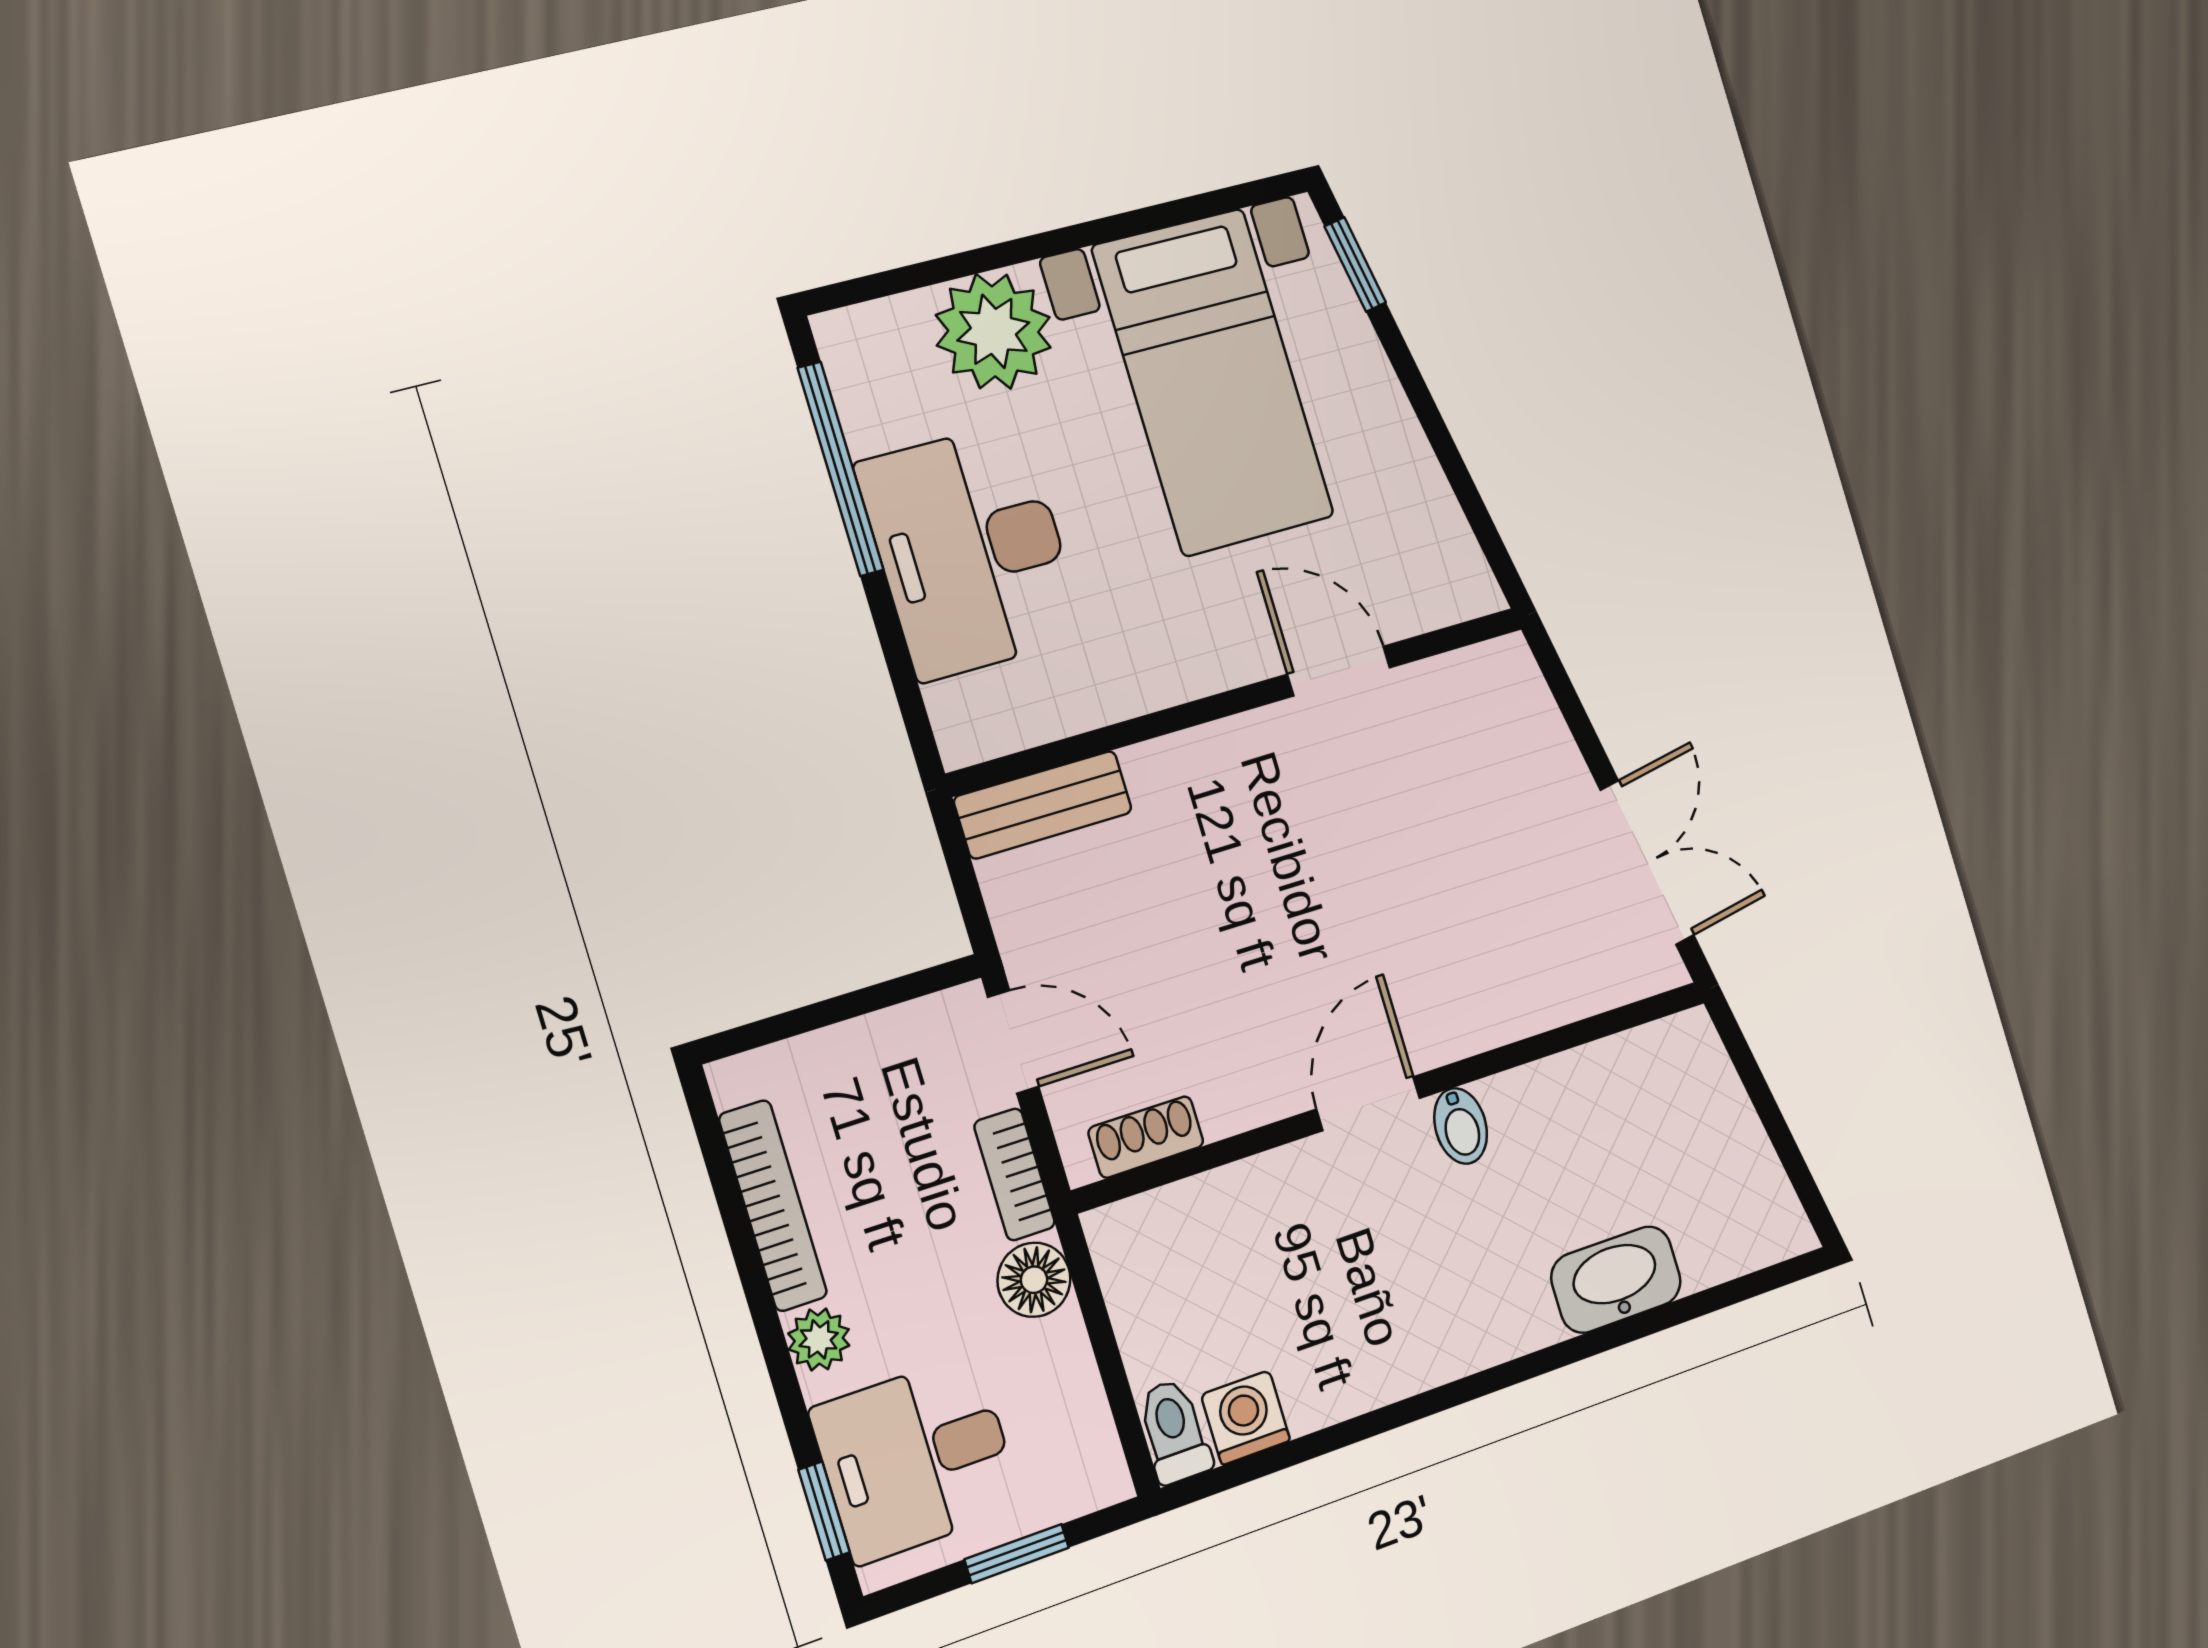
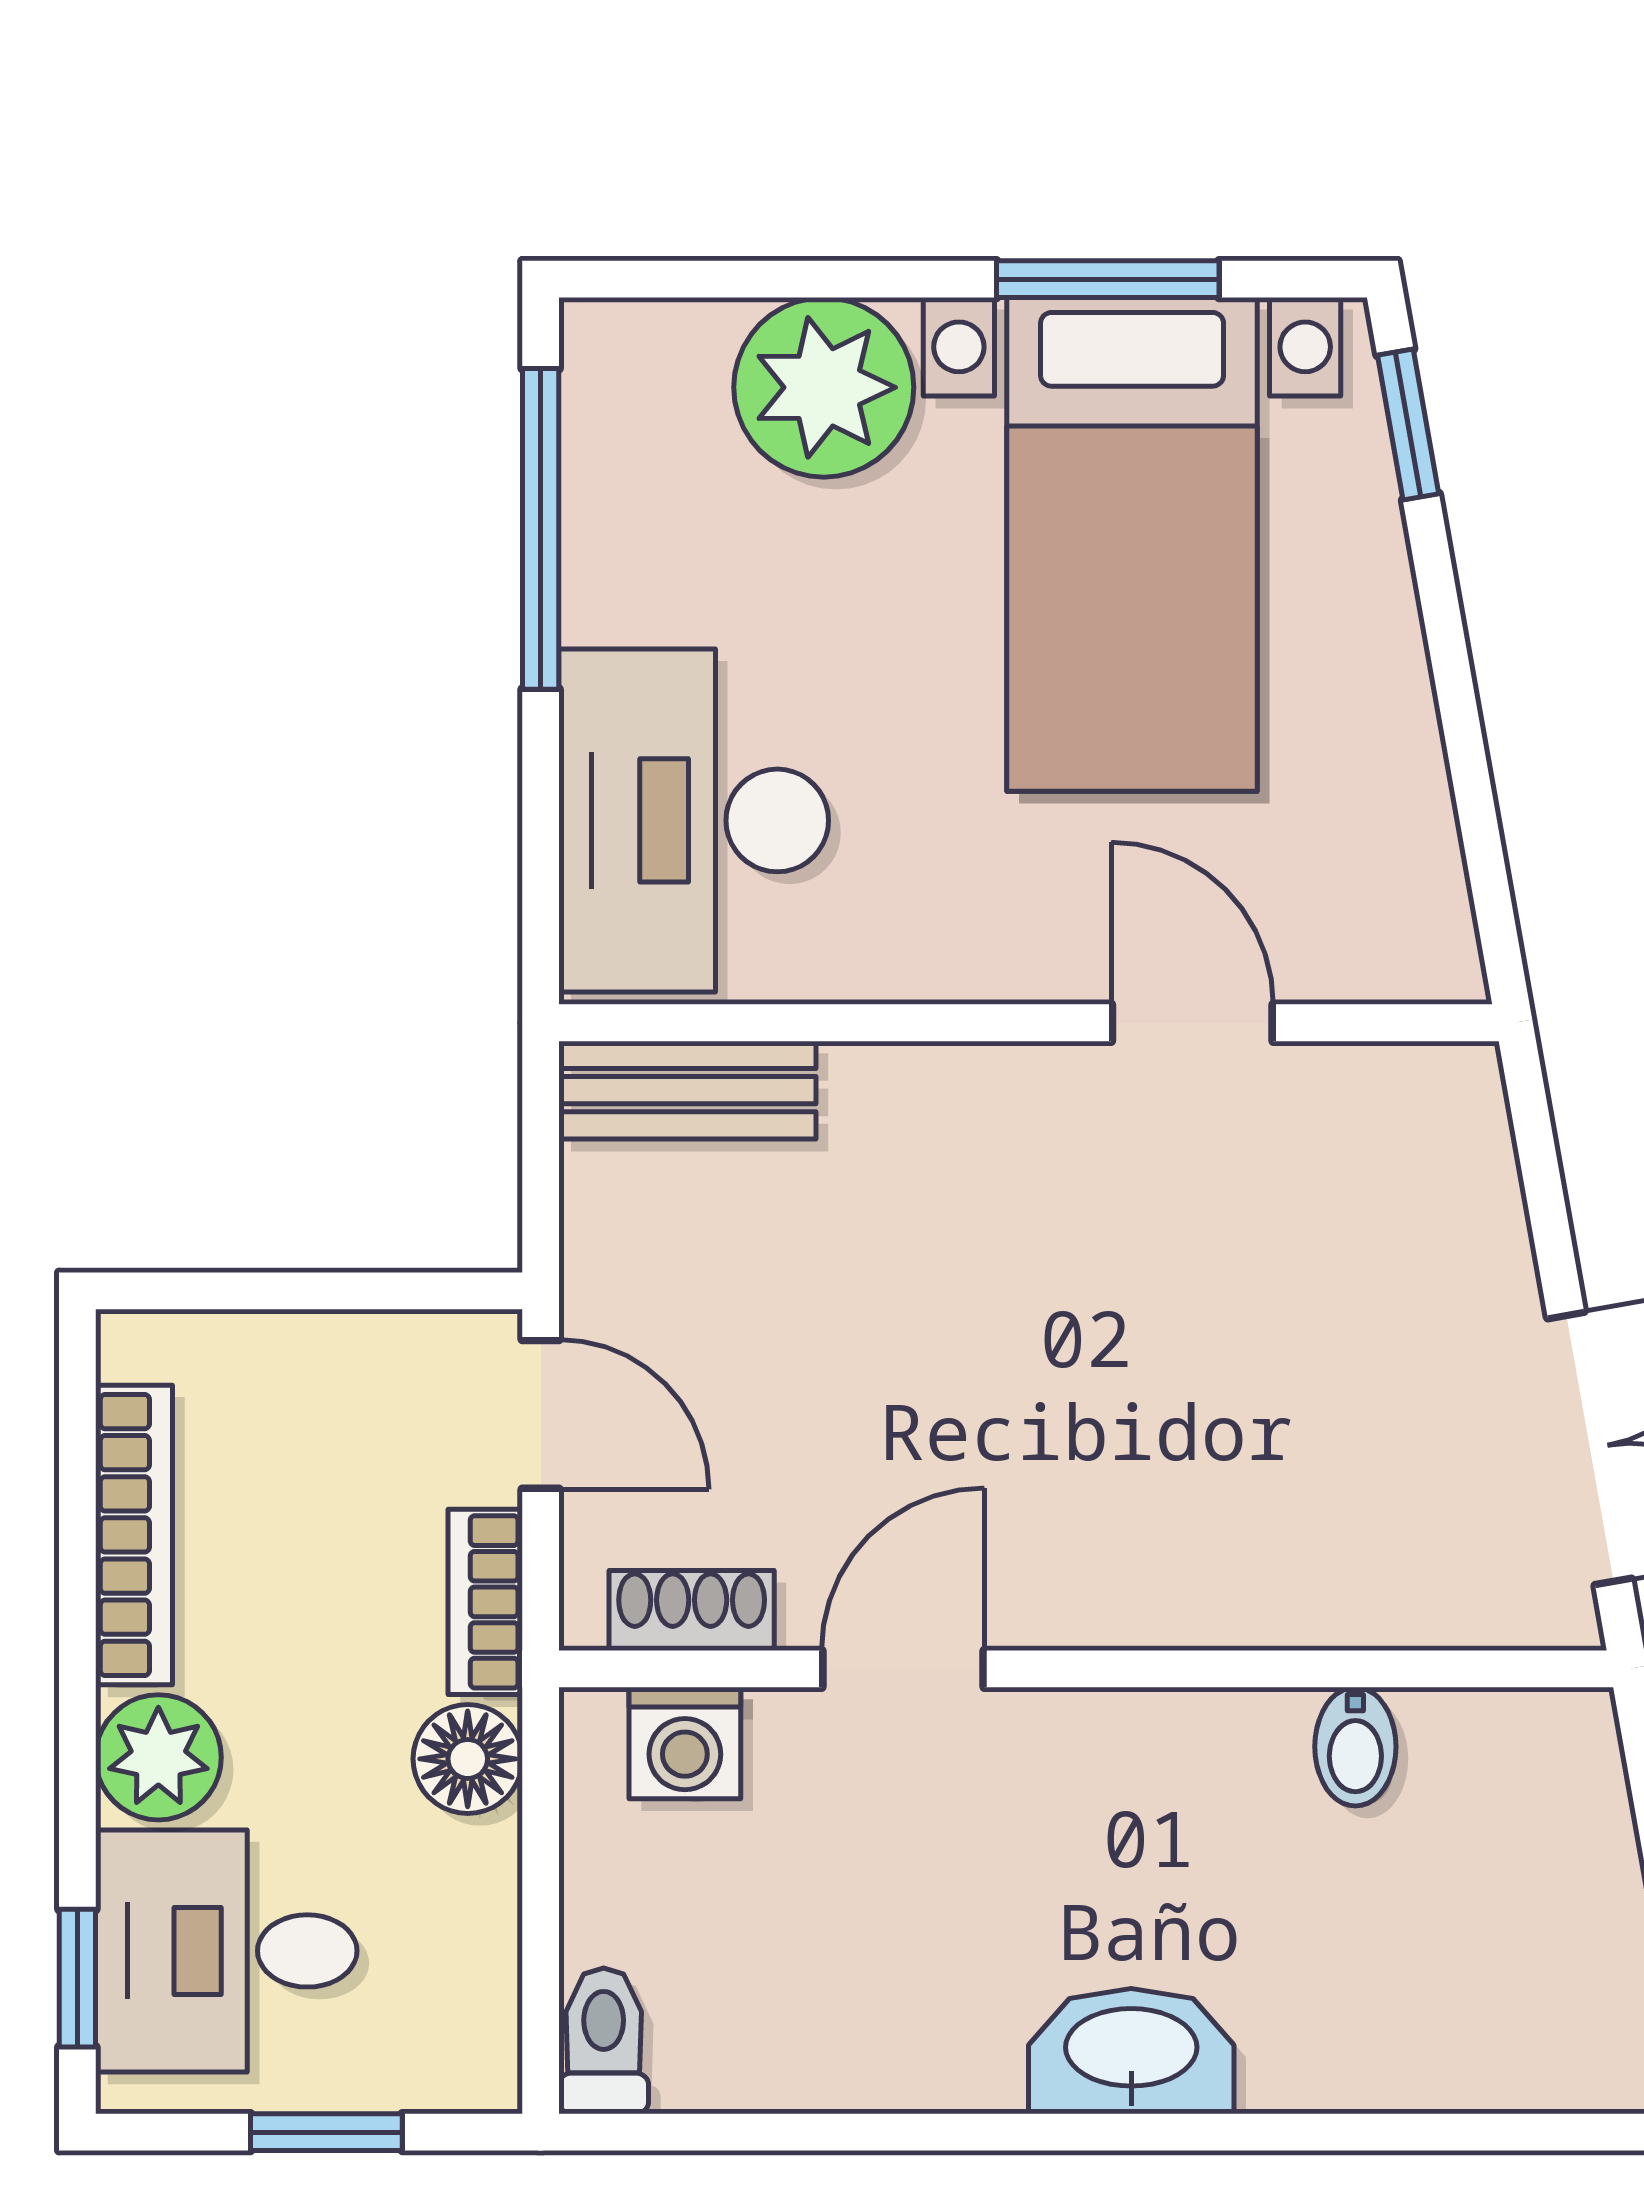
window: (1148, 219) -> (1108, 279), added
desk: (971, 551) -> (694, 820), moved
door: (1368, 1104) -> (903, 1669), moved
bidet: (1461, 1126) -> (1355, 1747), moved
washbasin: (1616, 1280) -> (1131, 2051), moved
plant: (819, 1339) -> (158, 1757), width x1.38, depth x1.38
washing machine: (1246, 1418) -> (685, 1743), moved, turned 180

